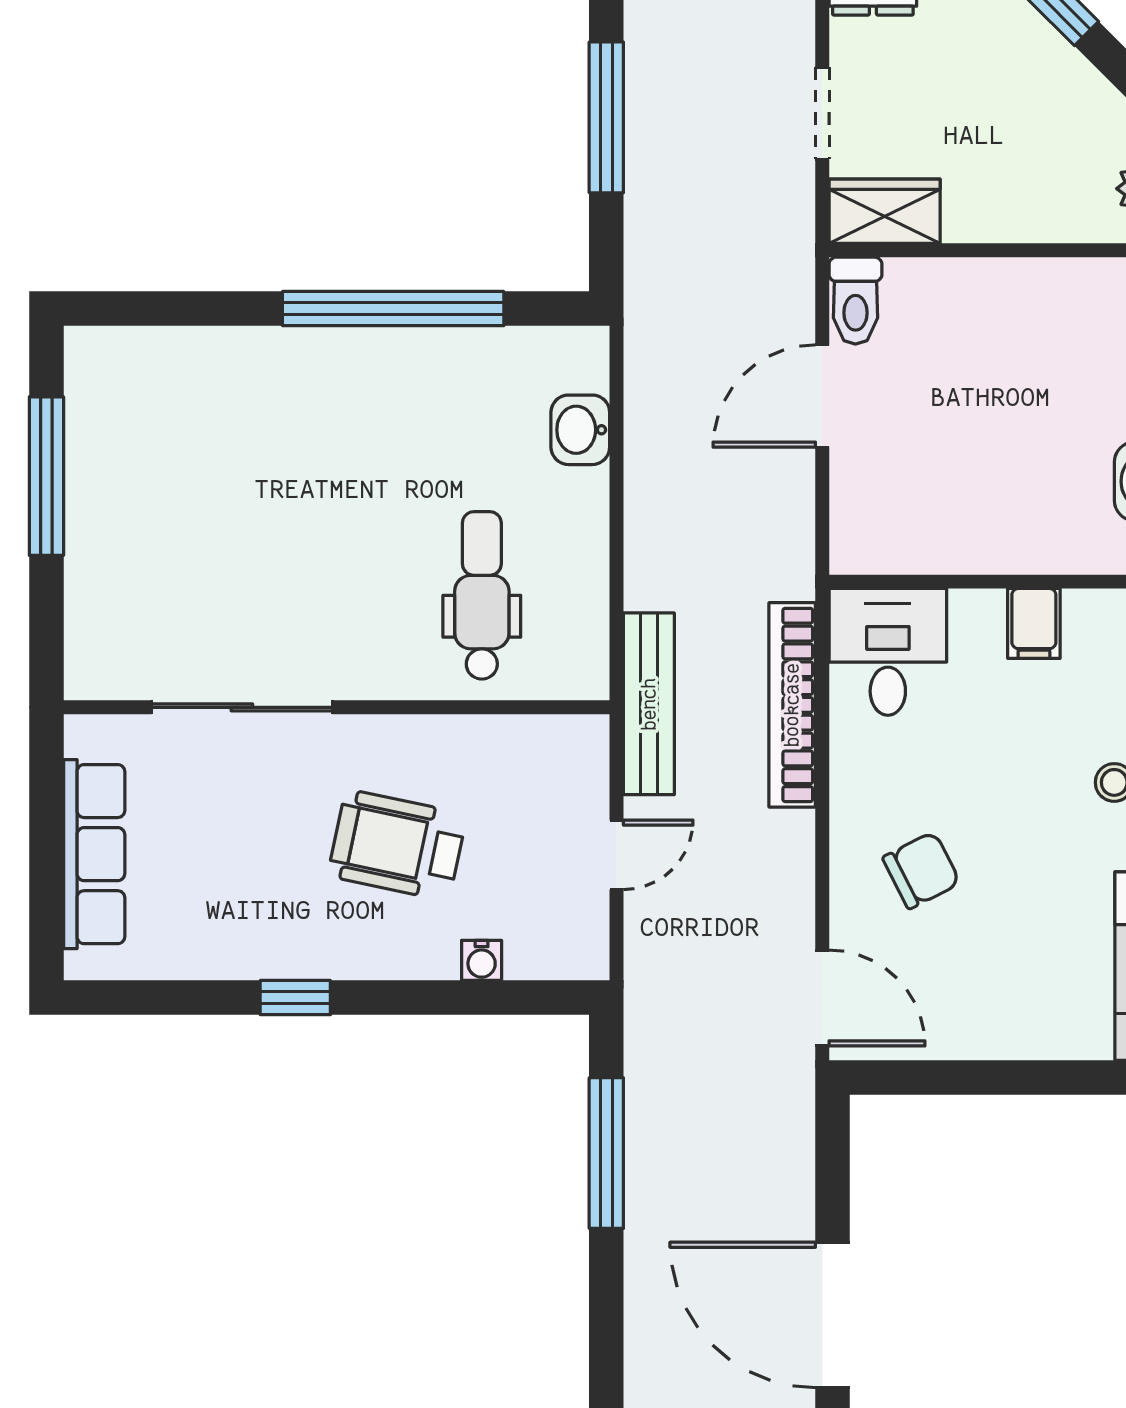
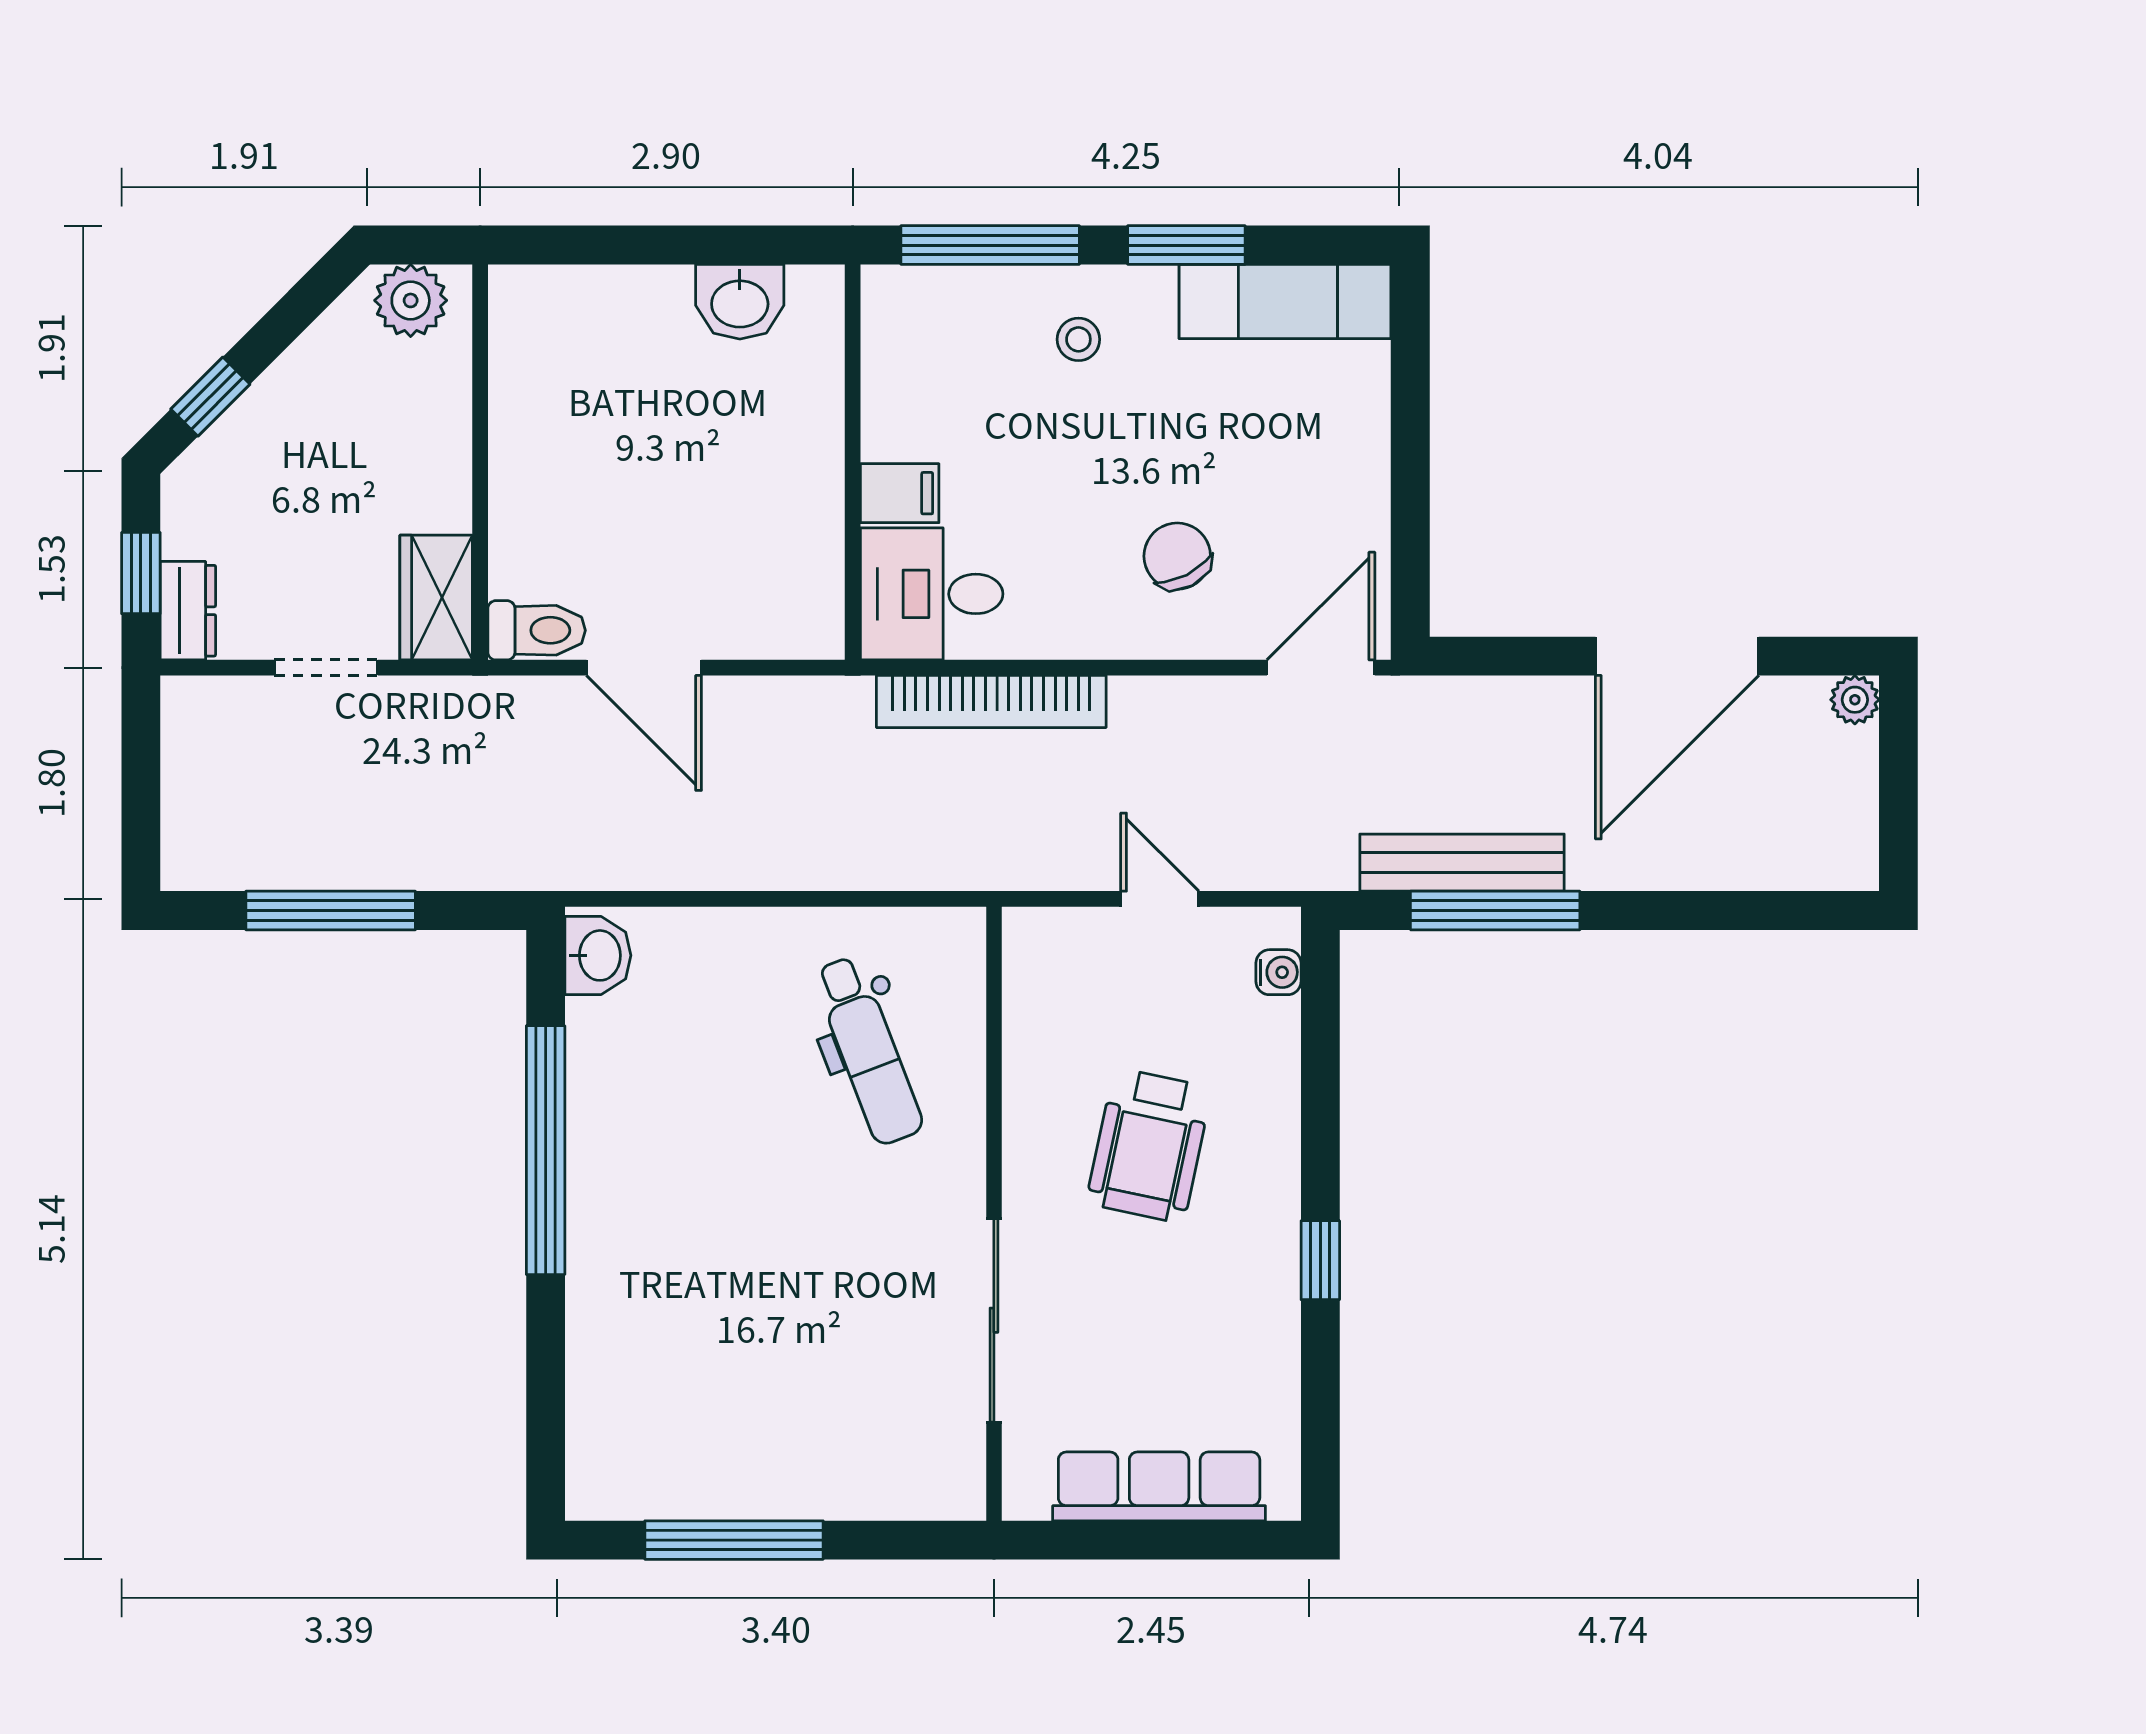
washbasin: (580, 430) -> (598, 955), moved, turned -90
dental chair: (482, 595) -> (868, 1050), turned -111
filing cabinet: (1034, 623) -> (900, 493), moved
bench: (649, 704) -> (1462, 863), moved
water cooler: (482, 960) -> (1279, 972), moved

